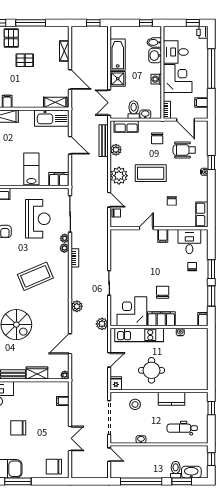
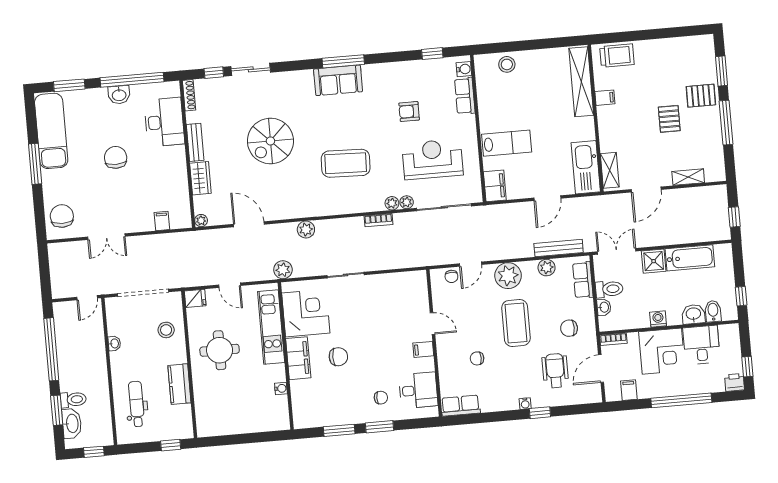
reception desk: (38, 219) -> (432, 159), turned 180
coffee table: (35, 276) -> (346, 163), turned -65
filing cabinet: (203, 319) -> (303, 421), removed

